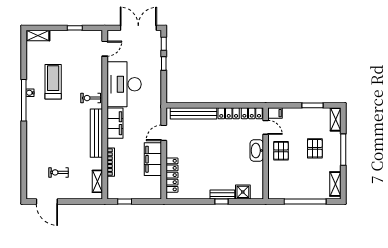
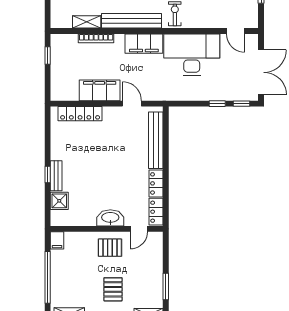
filing cabinet: (275, 113) -> (57, 240), moved
pallet: (315, 148) -> (113, 289), turned 90
shelving: (97, 181) -> (87, 22), moved

